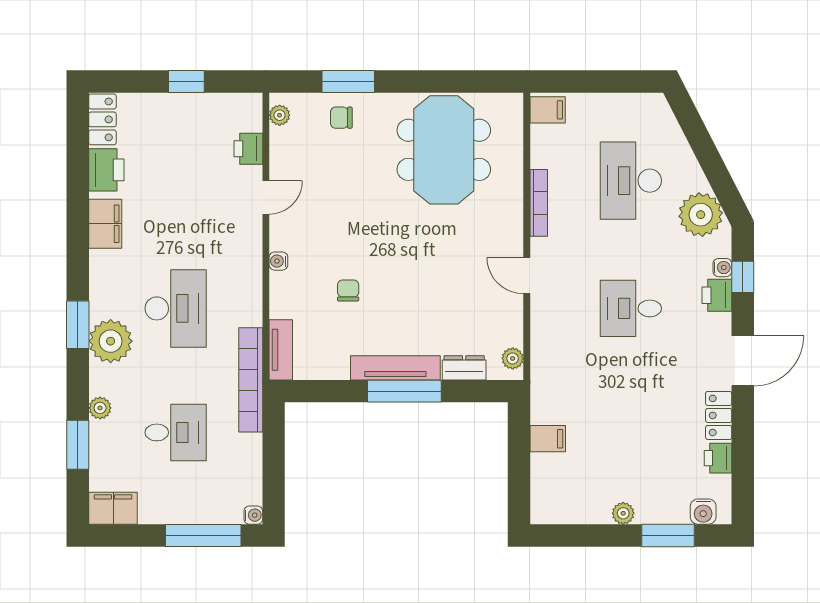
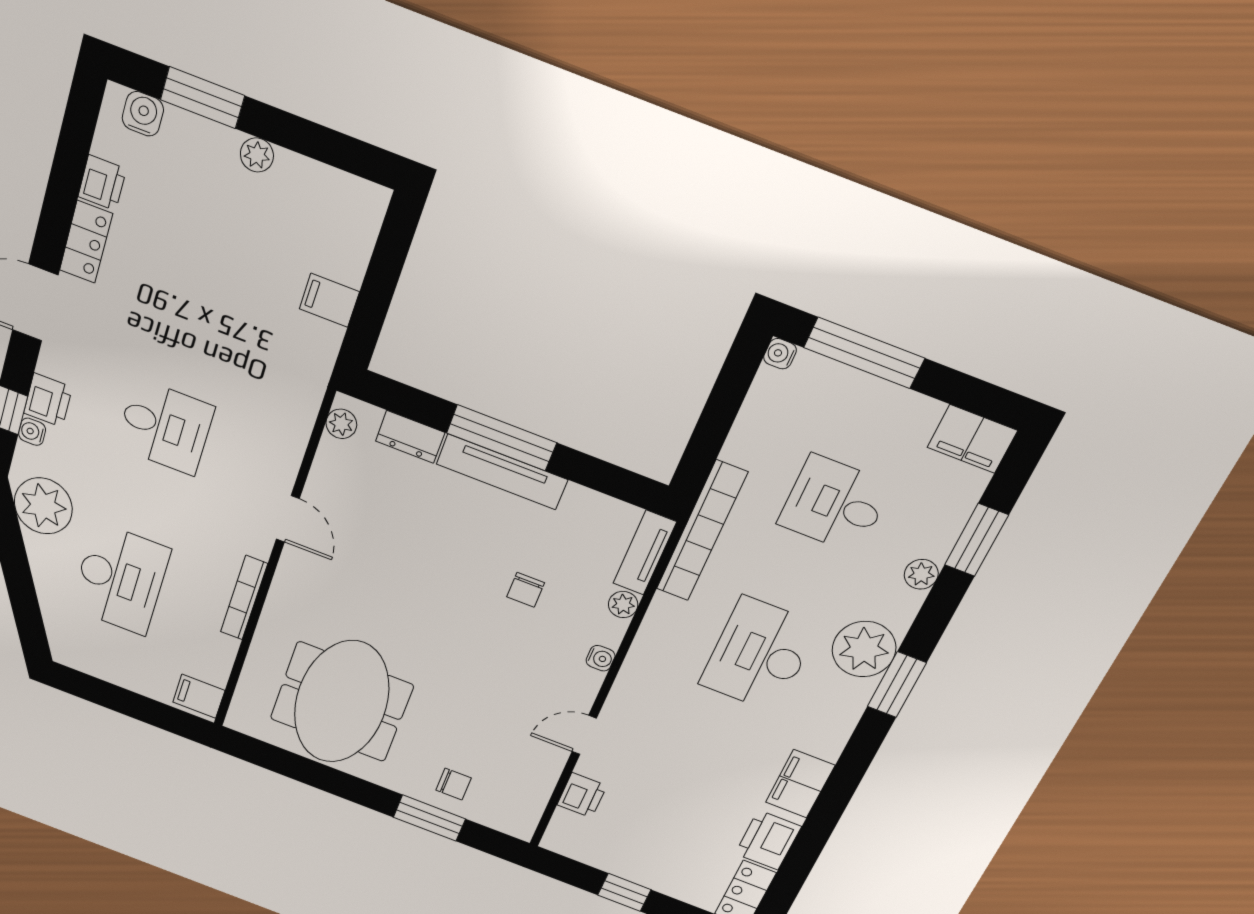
plant: (280, 115) -> (623, 605), moved

